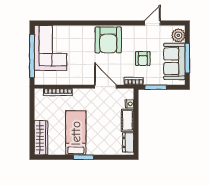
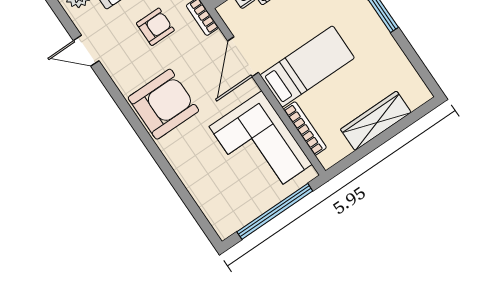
corner sofa: (50, 48) -> (261, 145), moved, turned -90
bed: (76, 133) -> (307, 66), moved, turned 180
wardrobe: (41, 138) -> (376, 121), moved

